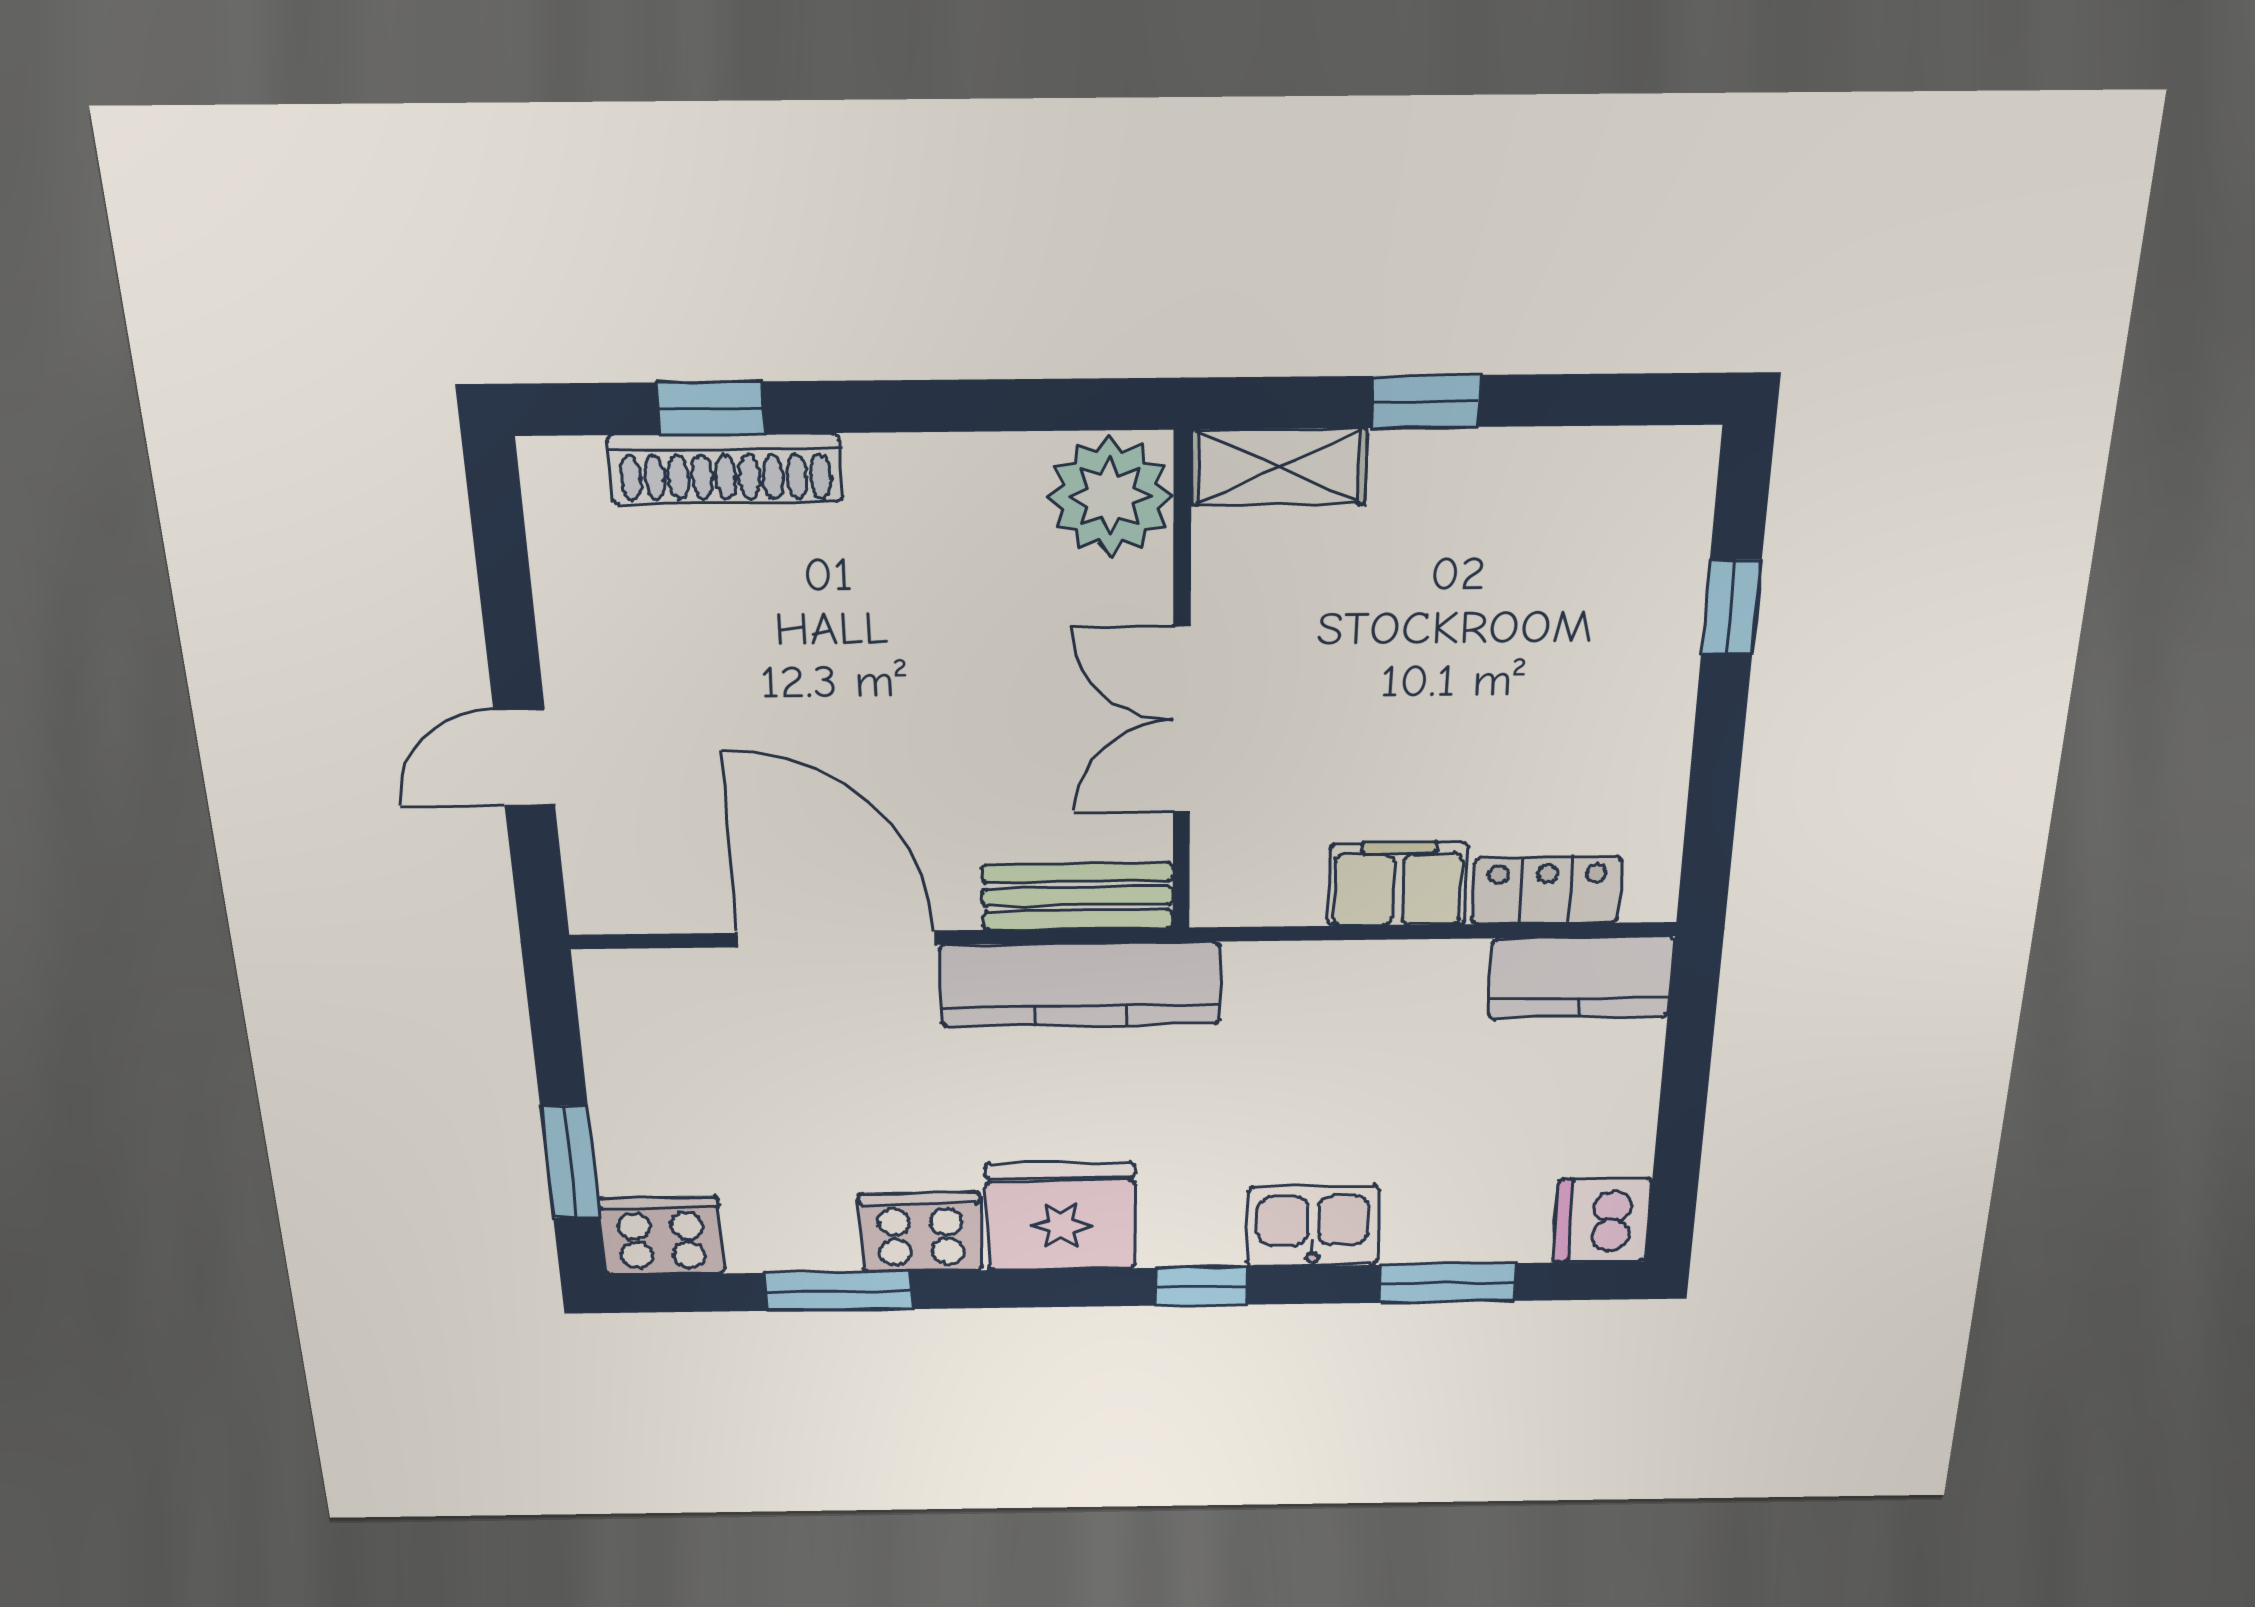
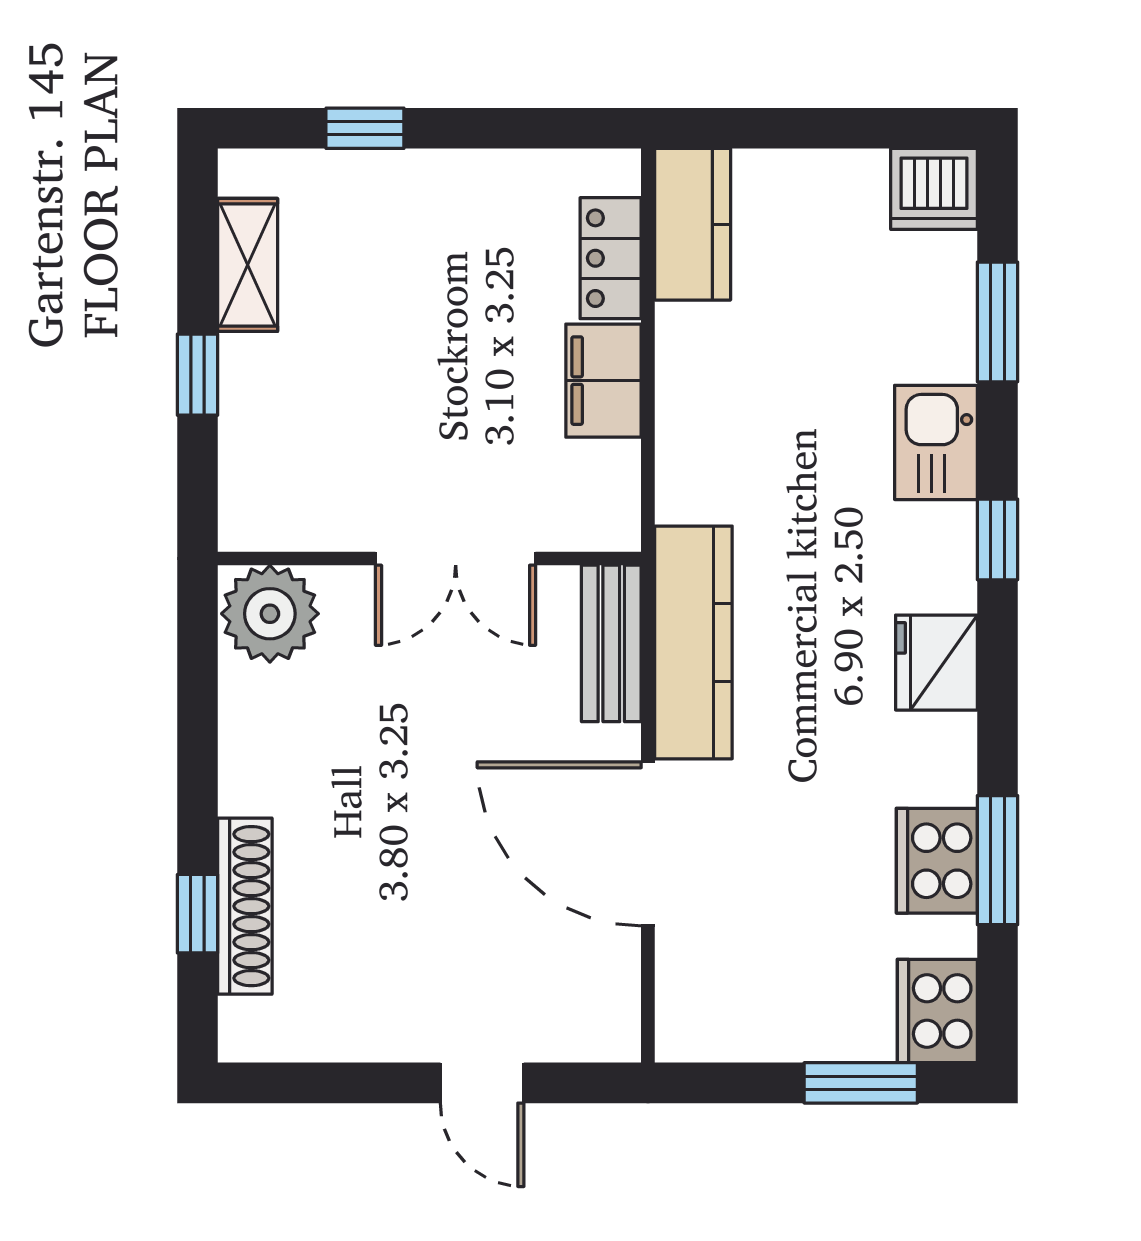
shelving: (1278, 467) -> (248, 265), moved
door: (836, 939) -> (648, 844), hinge flipped
fridge: (1061, 1217) -> (936, 663), width x0.73, depth x0.75
cooker: (921, 1232) -> (937, 861), moved

